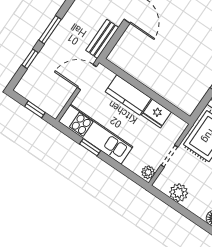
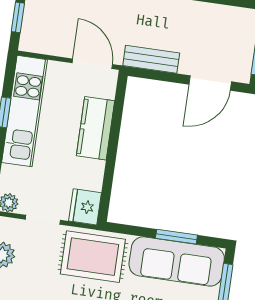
fridge: (156, 114) -> (85, 207), moved

